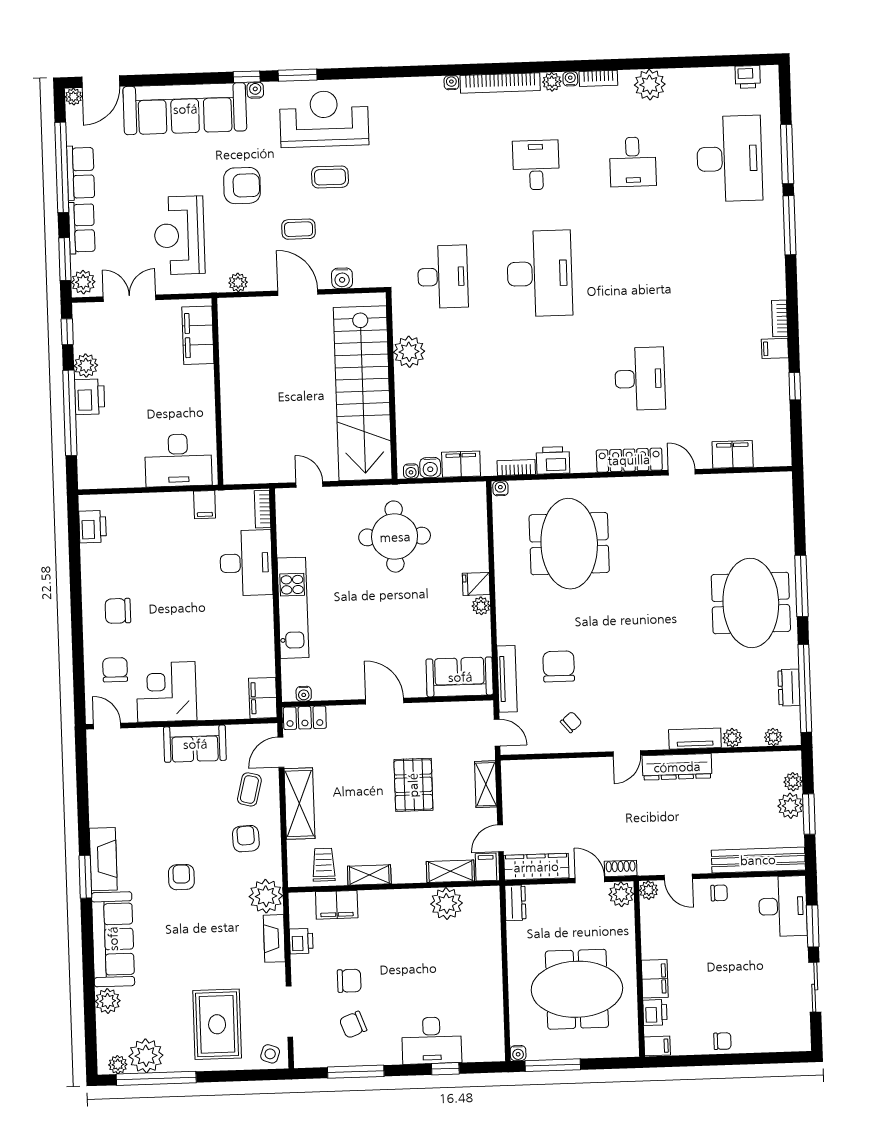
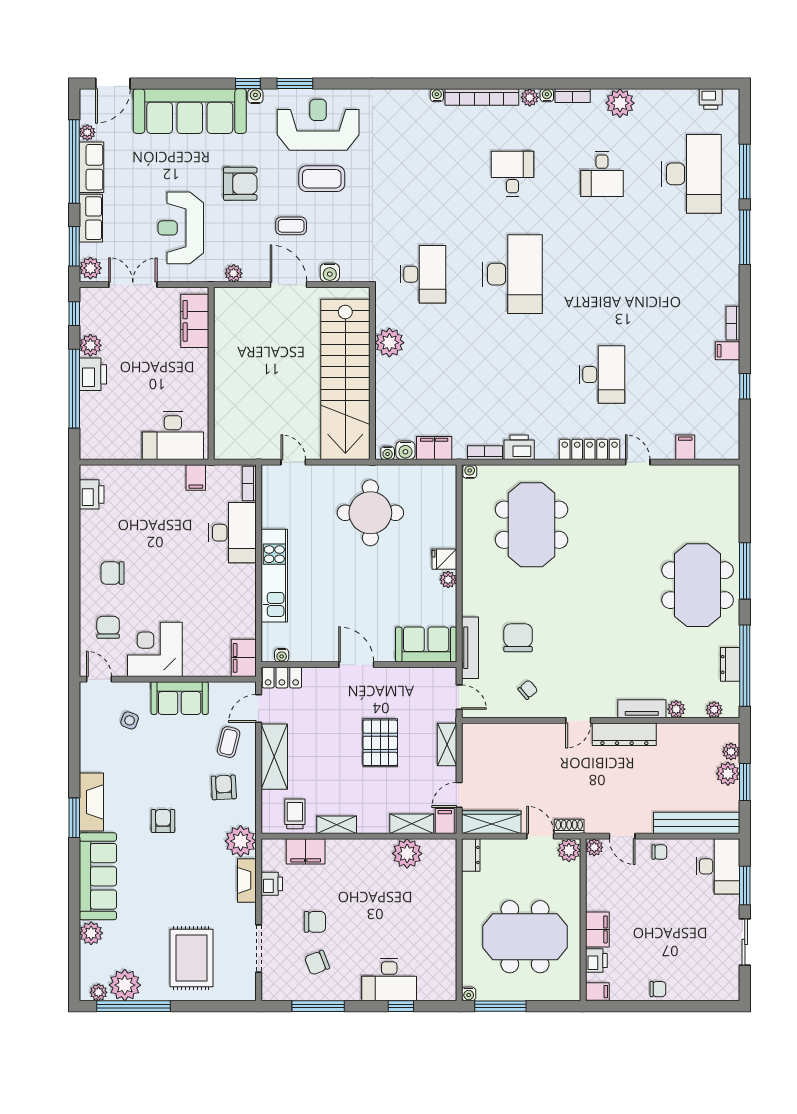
plant: (74, 97) -> (87, 132), moved
coffee table: (330, 177) -> (322, 179), width x1.36, depth x1.30
filing cabinet: (733, 454) -> (685, 447), width x0.50
side table: (270, 1054) -> (130, 720), moved

